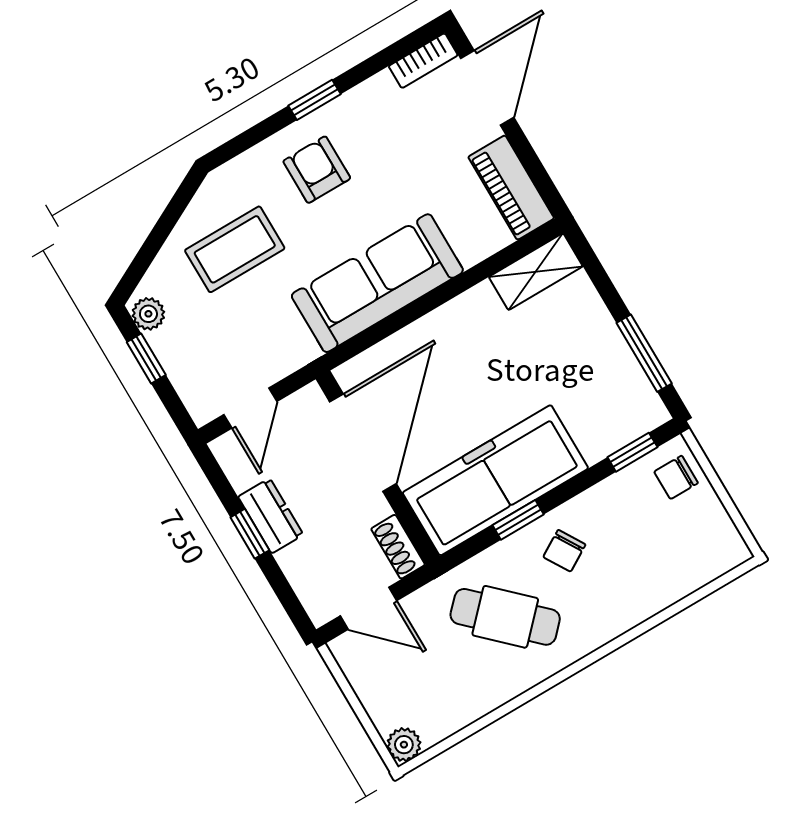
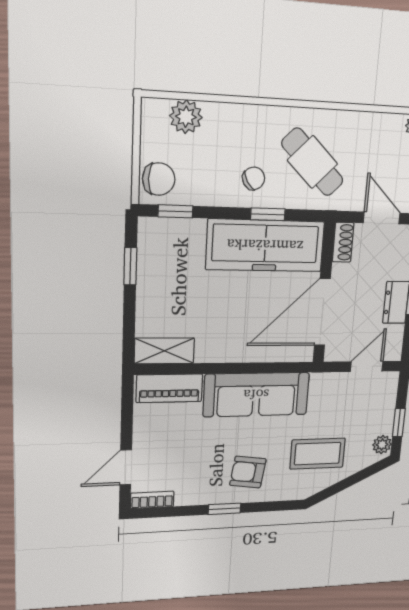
door: (487, 88) -> (126, 467), width x0.73
armchair: (317, 170) -> (248, 472), turned 98
piano: (511, 188) -> (169, 388), moved, turned 90
window: (644, 353) -> (130, 266), width x0.67
chair: (676, 477) -> (159, 179), width x1.37, depth x1.37
plant: (690, 569) -> (186, 117), added

